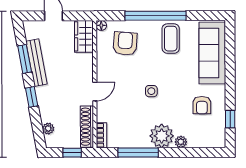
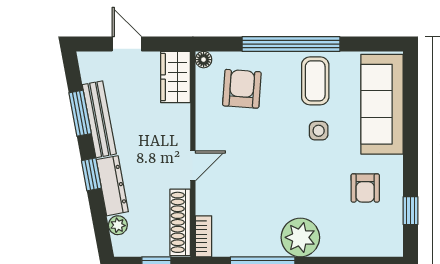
side table: (151, 91) -> (319, 131), moved
dresser: (45, 104) -> (112, 186), added
plant: (181, 142) -> (331, 247), removed

